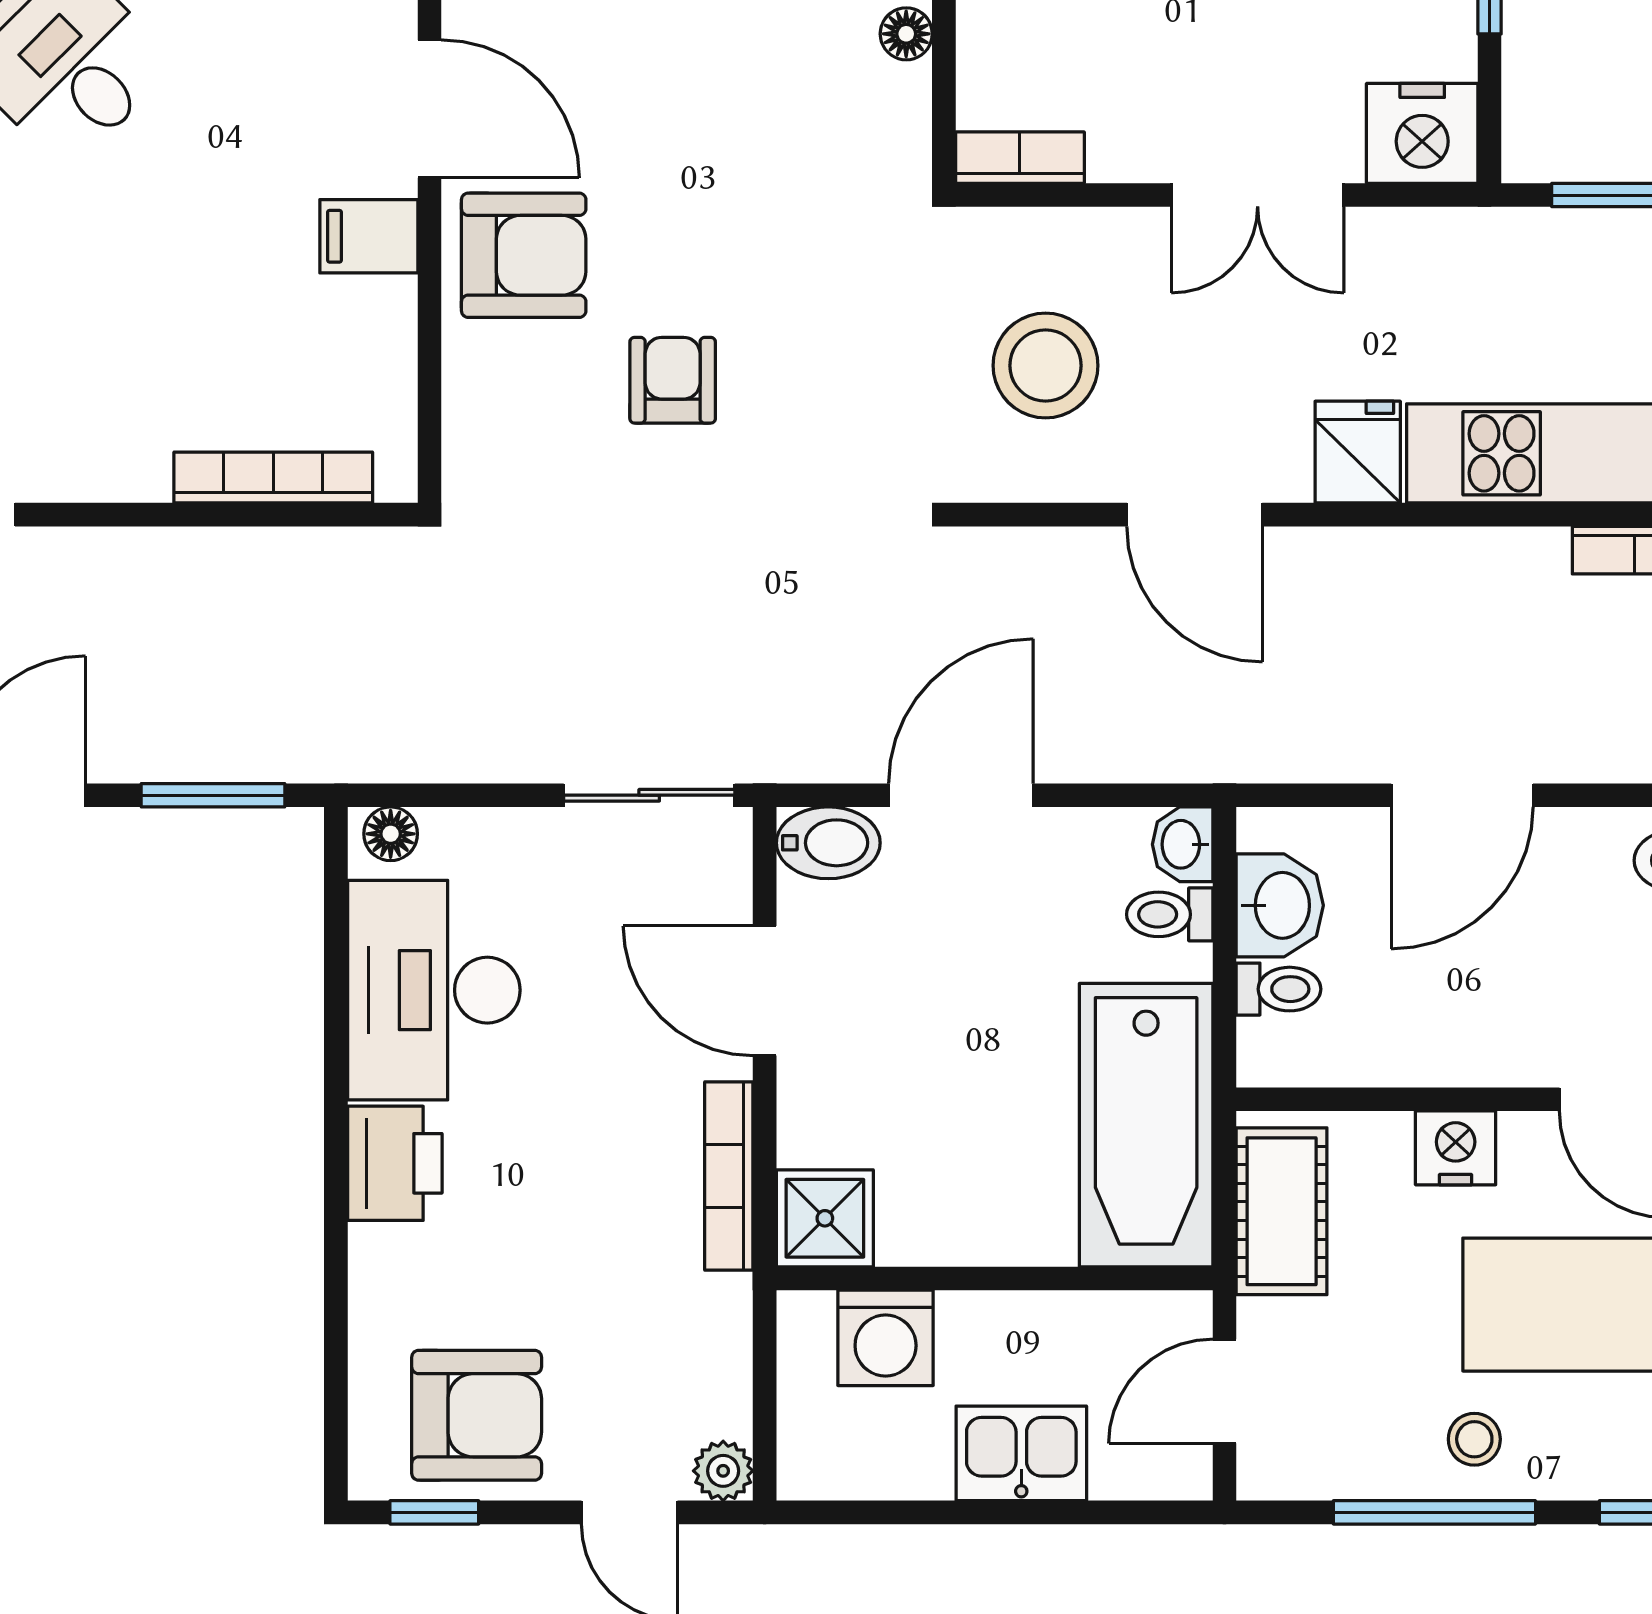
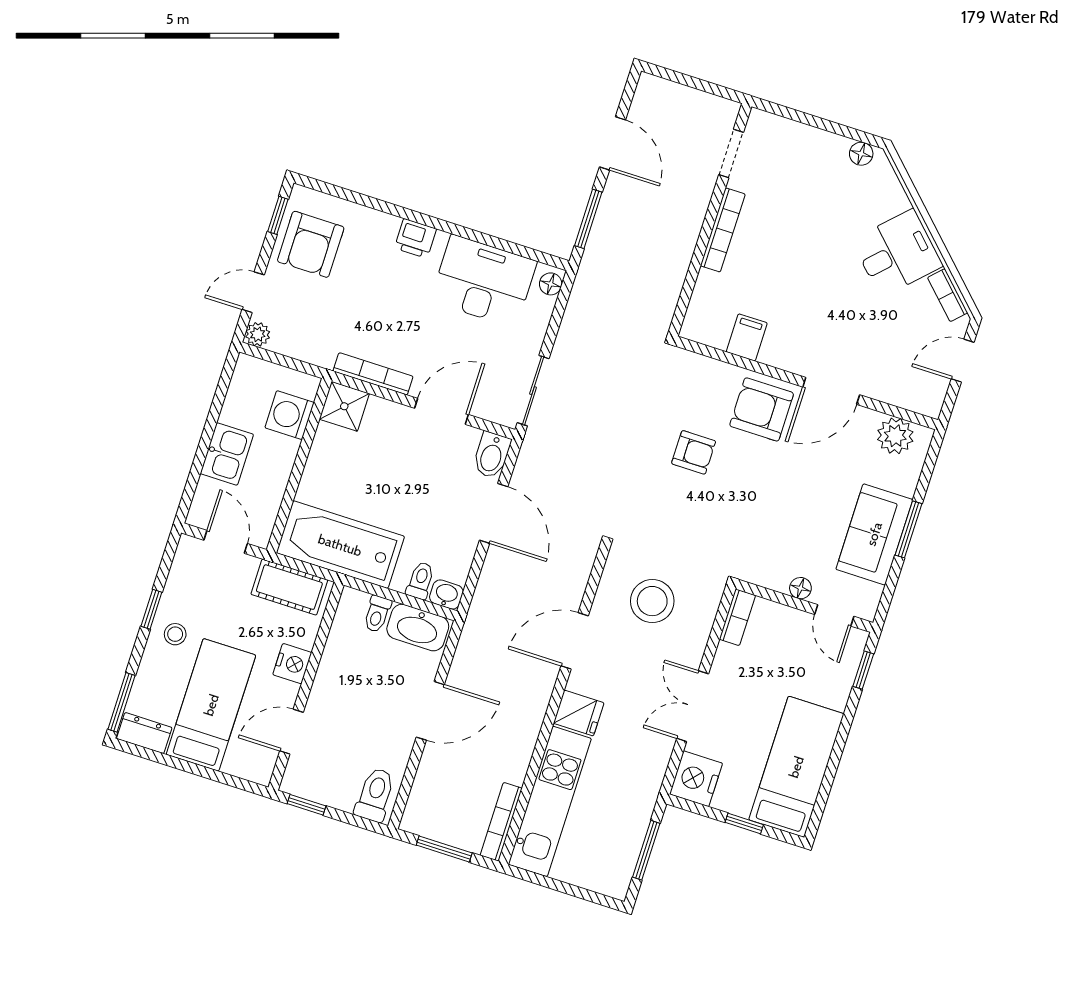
filing cabinet: (369, 236) -> (747, 337), moved
armchair: (524, 255) -> (762, 409), turned 90
bookcase: (273, 477) -> (723, 230), moved
door: (1462, 795) -> (430, 711), swing flipped
washbasin: (1280, 905) -> (418, 628), width x1.38
printer: (395, 1163) -> (415, 238), width x0.73, depth x0.81
window: (1434, 1512) -> (151, 609), width x0.46

